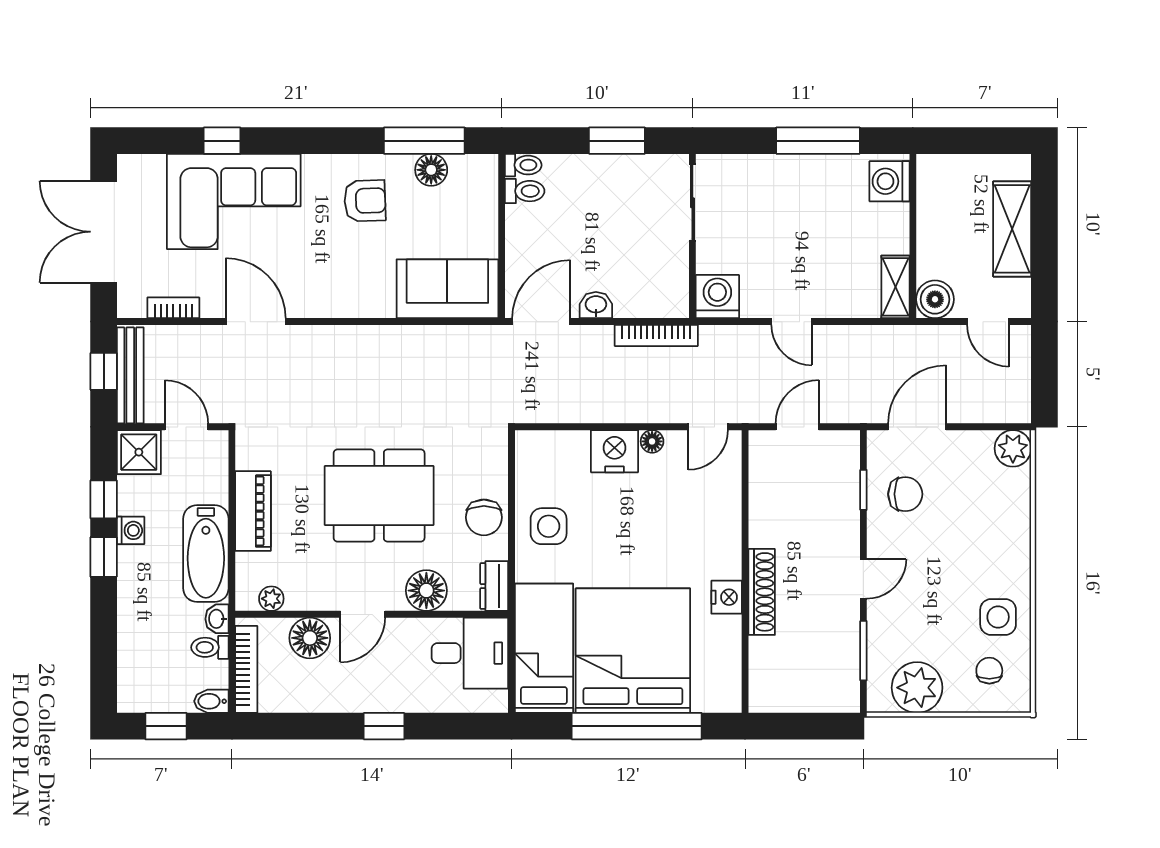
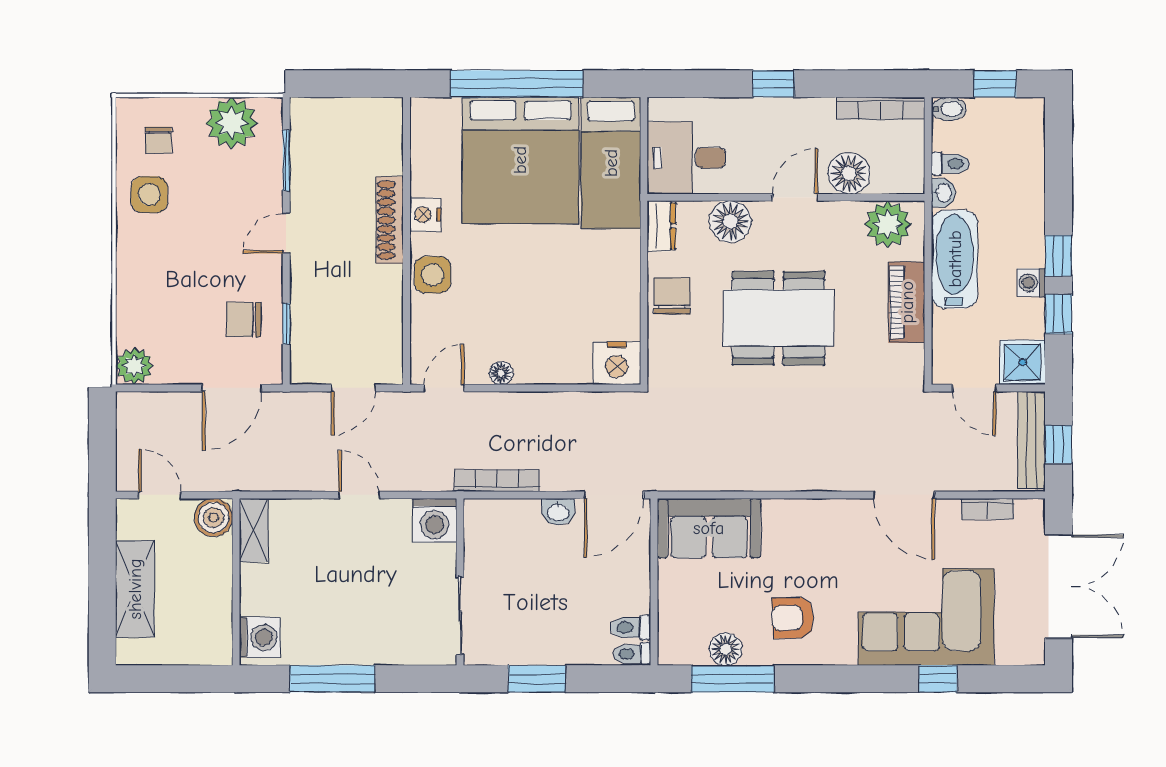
nightstand: (615, 451) -> (617, 363), moved
side table: (549, 526) -> (433, 275), moved
plant: (271, 599) -> (888, 224), width x1.87, depth x1.87
bookcase: (246, 669) -> (880, 108), moved, turned -90

